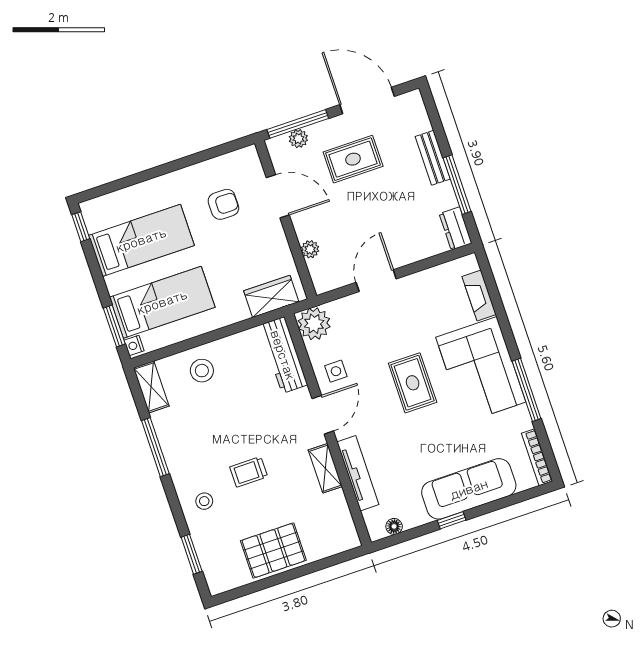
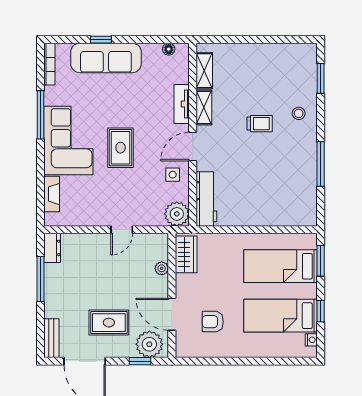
window: (298, 124) -> (140, 361), width x0.46
plant: (298, 139) -> (149, 344), width x1.87, depth x1.87
bench: (433, 158) -> (51, 338), moved
window: (81, 227) -> (321, 311), moved
door: (376, 281) -> (122, 230), width x0.73
wardrobe: (271, 296) -> (186, 254), moved, turned -90
nightstand: (134, 345) -> (311, 340), moved
stool: (202, 371) -> (269, 208), removed
shelving: (151, 387) -> (204, 71), moved
tv unit: (358, 473) -> (182, 104), width x0.71
window: (452, 520) -> (101, 40), moved
pallet: (273, 550) -> (261, 61), removed

